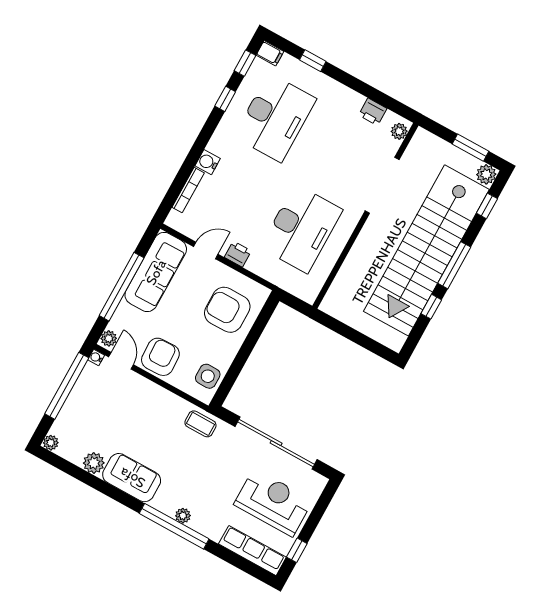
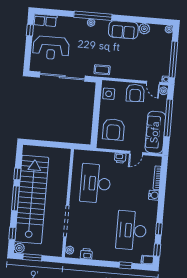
armchair: (227, 310) -> (113, 129), turned 90
row of seats: (252, 551) -> (45, 20), width x0.68

